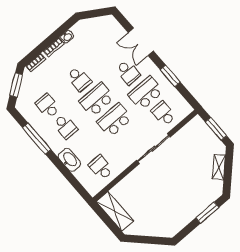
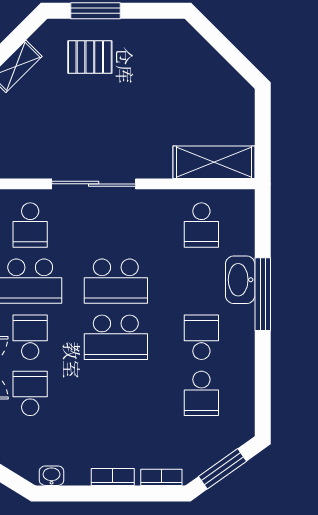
washbasin: (67, 37) -> (52, 476), moved
school desk: (79, 79) -> (30, 393), moved
window: (37, 139) -> (263, 294), moved
pallet: (195, 194) -> (90, 57), added
shelving: (115, 211) -> (214, 162), moved, turned 90

